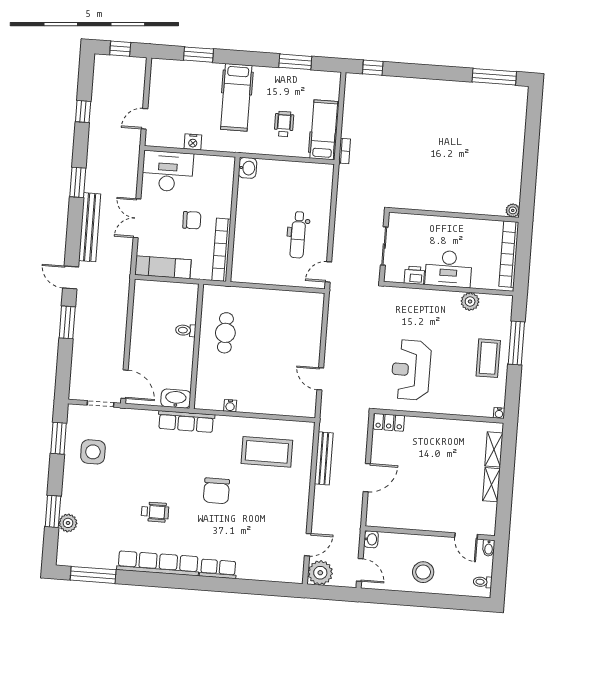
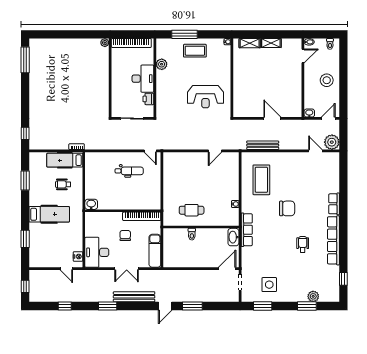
nightstand: (193, 142) -> (78, 257), moved
locker: (389, 422) -> (238, 108), removed
window: (93, 575) -> (343, 279), width x0.46

